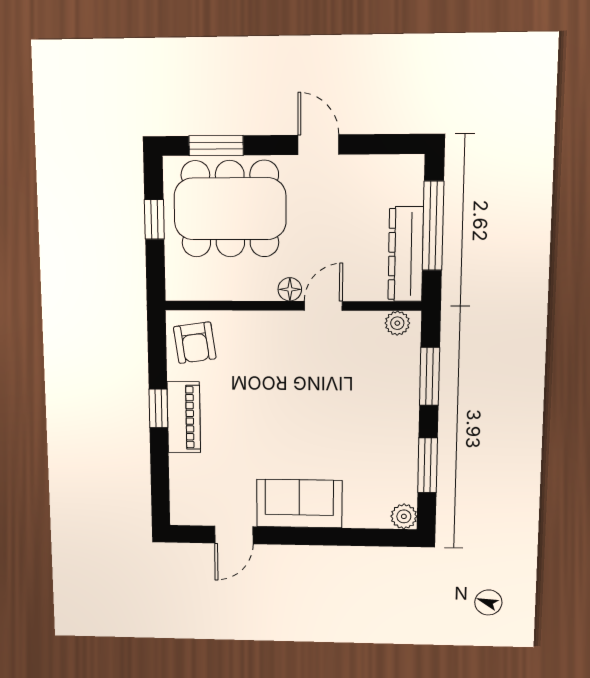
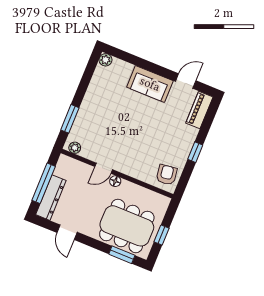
door: (318, 145) -> (67, 232), moved
dresser: (406, 254) -> (51, 198), moved
piano: (184, 417) -> (199, 110), moved
window: (428, 465) -> (86, 79), removed

